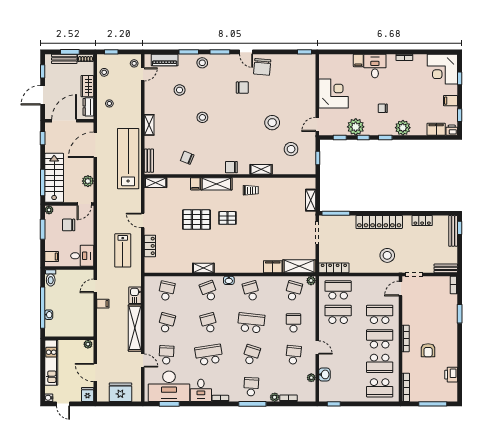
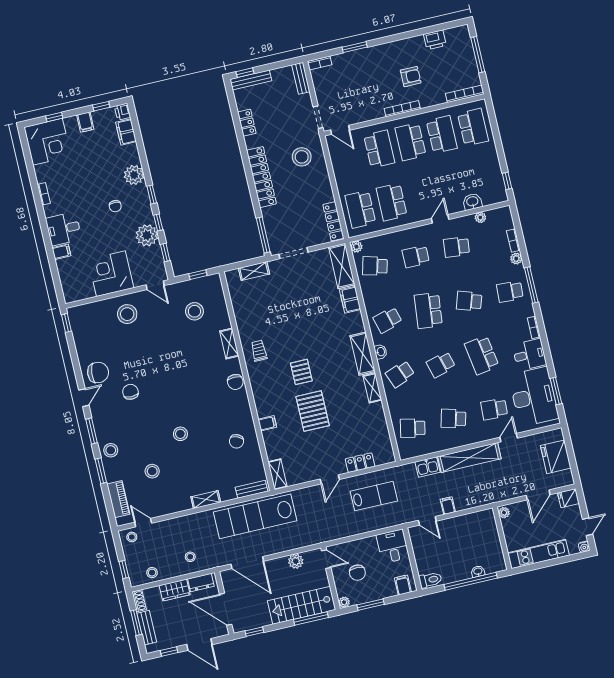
stool: (272, 123) -> (127, 314), moved
shelving: (216, 184) -> (363, 354), moved
school desk: (380, 314) -> (379, 149), turned 180

